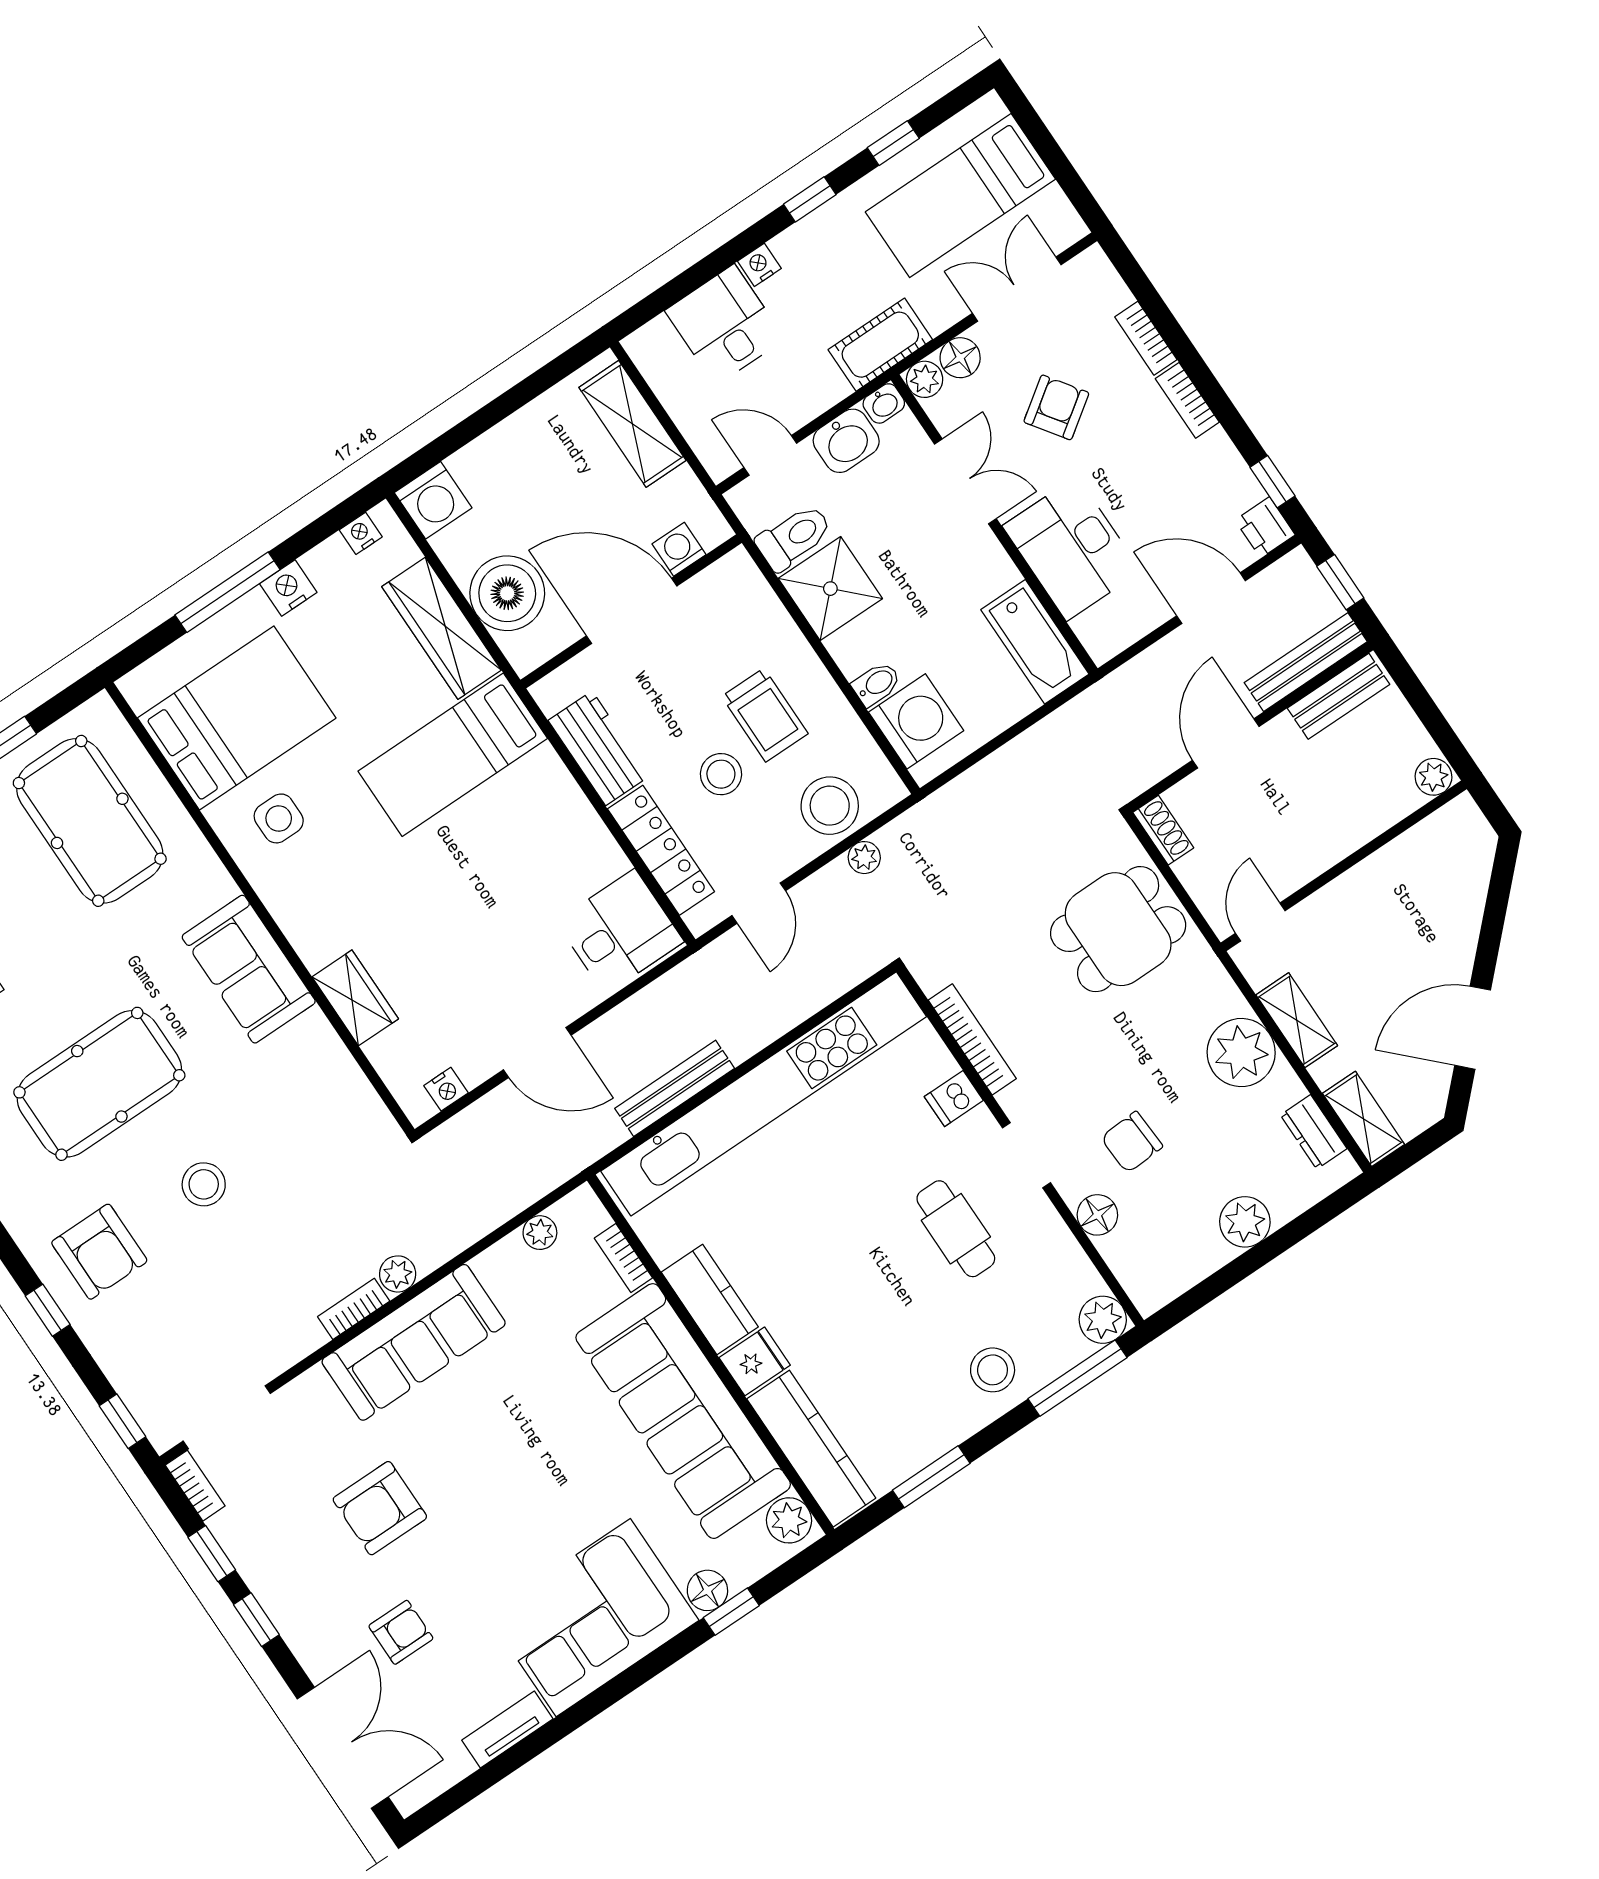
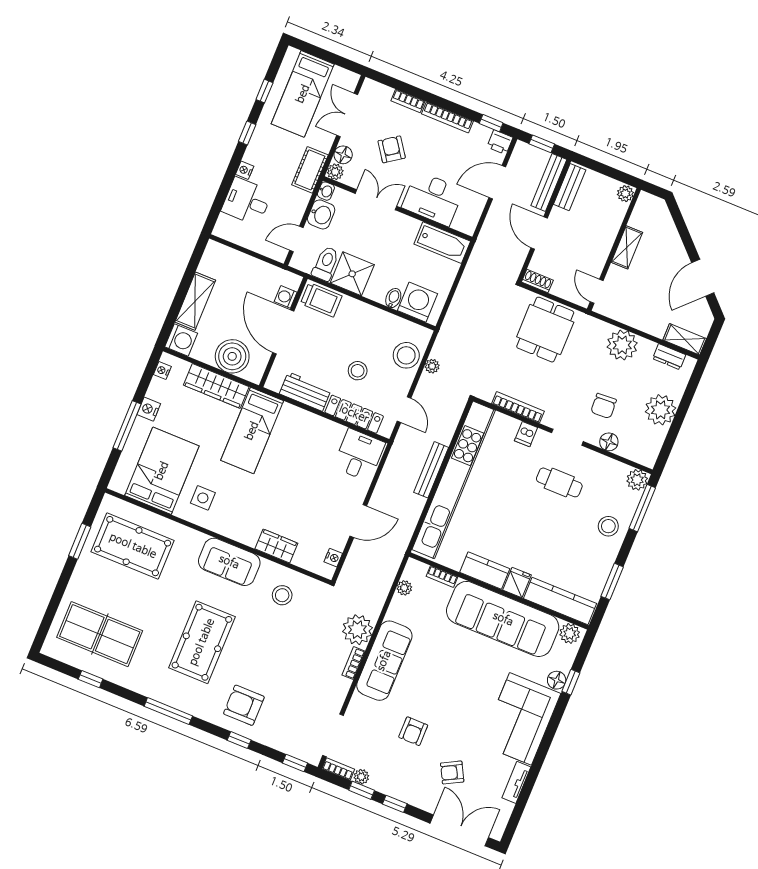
bookcase: (1187, 400) -> (447, 117), width x1.56
shelving: (632, 424) -> (195, 301), moved, turned 90
door: (632, 611) -> (283, 332), hinge flipped
trolley: (765, 715) -> (321, 300), moved
shelving: (1297, 1020) -> (627, 247), moved, turned 90
bench: (675, 1088) -> (431, 470), moved
stool: (204, 1184) -> (282, 595), moved
plant: (1245, 1222) -> (661, 410), width x1.36, depth x1.36
armchair: (99, 1252) -> (244, 705), turned 180
plant: (398, 1274) -> (357, 630), width x1.88, depth x1.88
armchair: (380, 1508) -> (413, 731), width x0.72, depth x0.72
plant: (228, 1528) -> (361, 777), added
armchair: (401, 1632) -> (452, 772), turned -118

